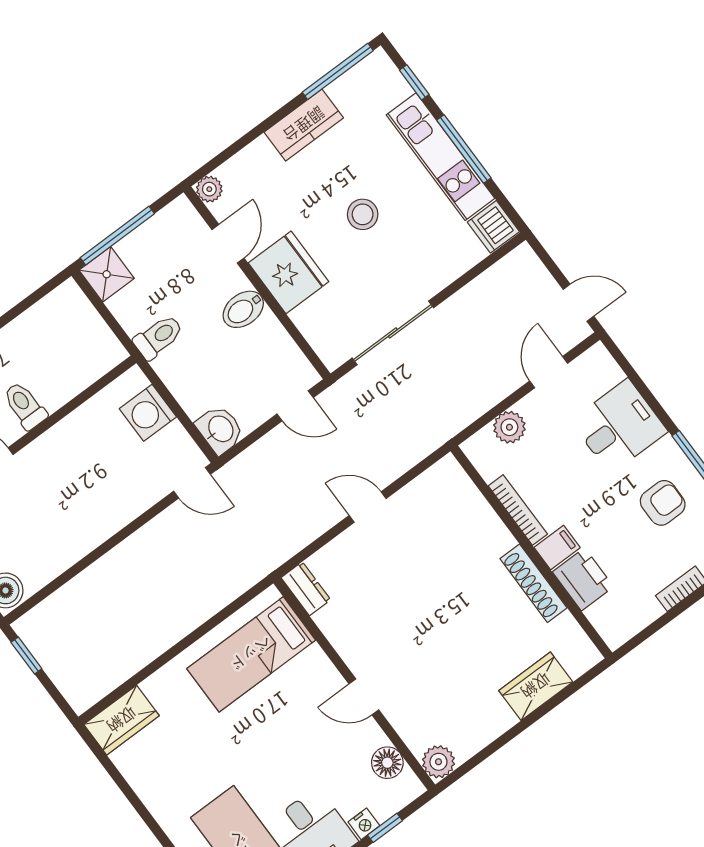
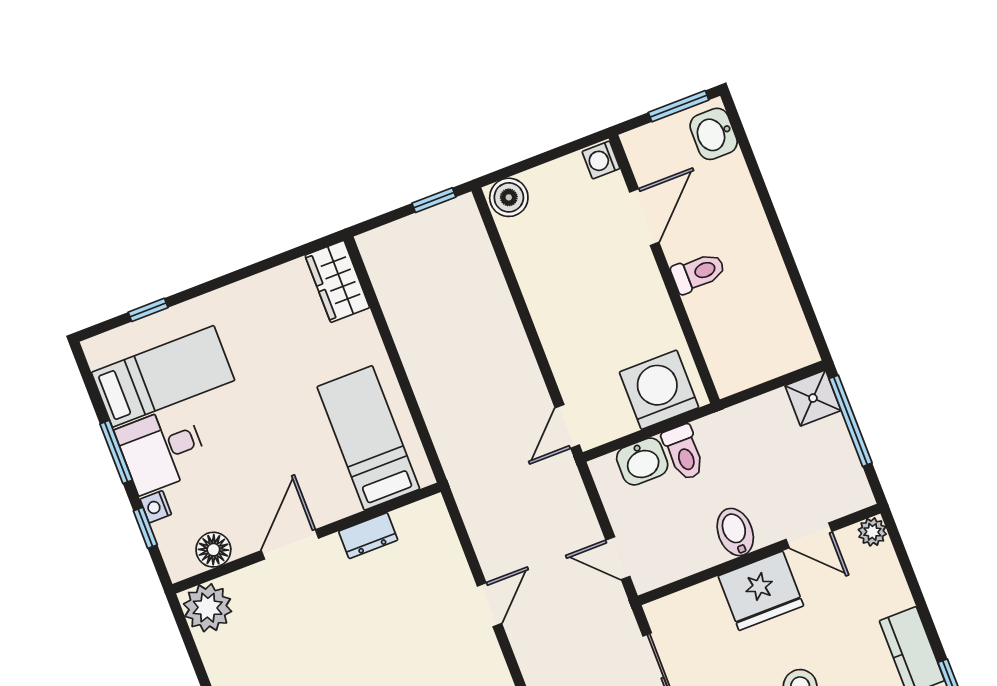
toilet: (158, 337) -> (684, 452), moved
door: (295, 406) -> (618, 558), hinge flipped
washing machine: (148, 413) -> (659, 390), width x1.37, depth x1.37
washbasin: (220, 429) -> (642, 461), moved
dresser: (306, 589) -> (368, 536), moved
door: (364, 697) -> (290, 544), width x1.38
plant: (438, 762) -> (208, 608), width x1.36, depth x1.36

